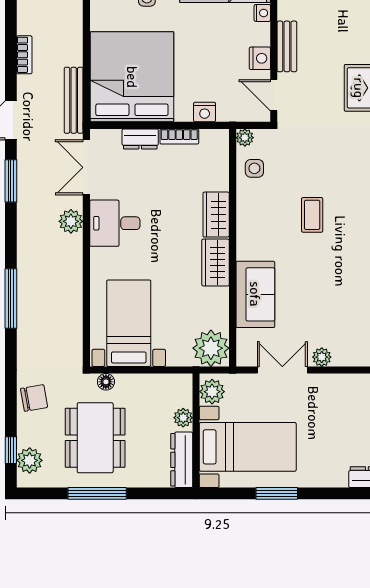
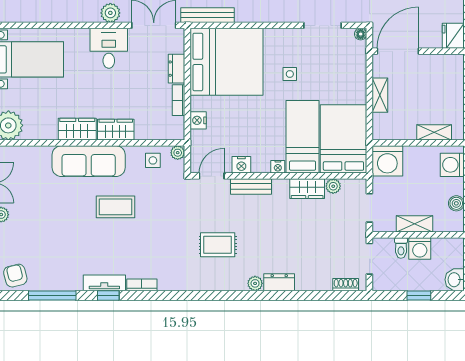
coffee table: (312, 215) -> (116, 207), width x1.36, depth x1.30
sofa: (255, 294) -> (89, 161), moved, width x1.36

